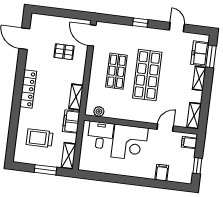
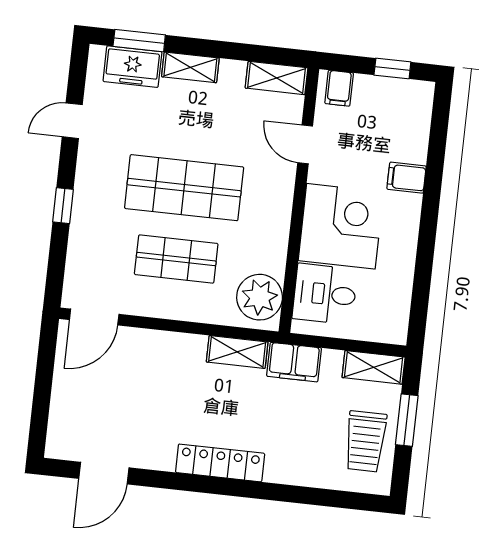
pallet: (64, 52) -> (133, 381), removed
plant: (99, 112) -> (260, 297), width x1.88, depth x1.88
trolley: (40, 138) -> (365, 441), moved
filing cabinet: (162, 173) -> (407, 178), moved

